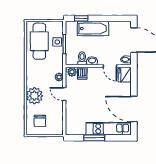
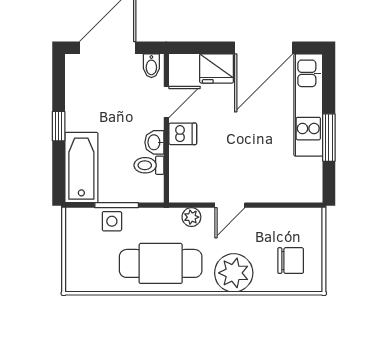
window: (81, 18) -> (59, 126), moved
bathtub: (93, 29) -> (81, 168), moved
cafe table: (39, 41) -> (161, 263), moved
plant: (72, 72) -> (180, 188), removed
dishwasher: (82, 73) -> (183, 134), moved
fridge: (125, 75) -> (217, 68), moved

